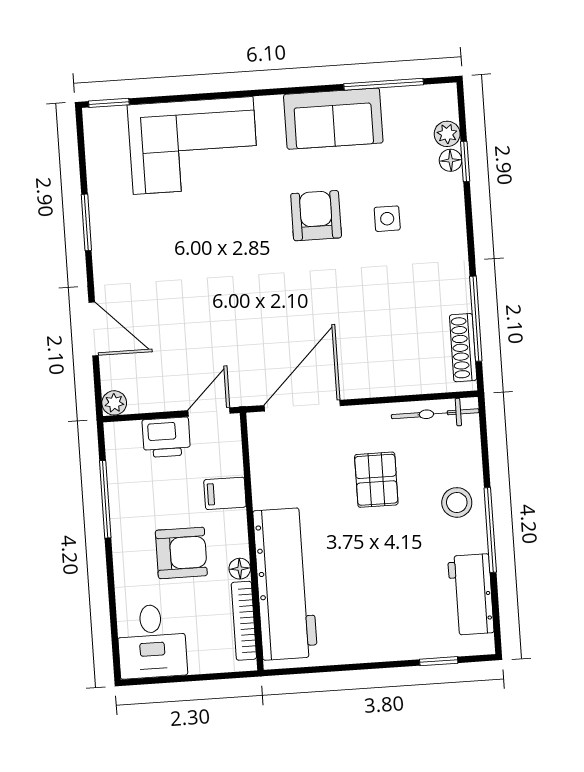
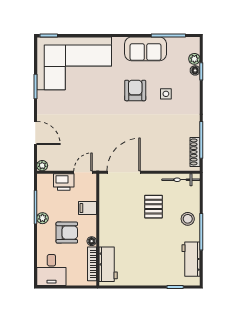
corner sofa: (193, 145) -> (74, 63), width x1.36, depth x1.36
plant: (123, 524) -> (42, 218), added
workbench: (285, 584) -> (108, 264), width x0.53, depth x0.76

